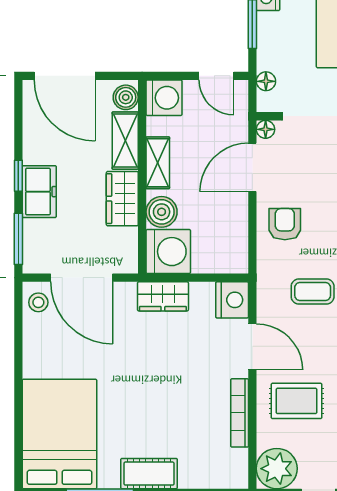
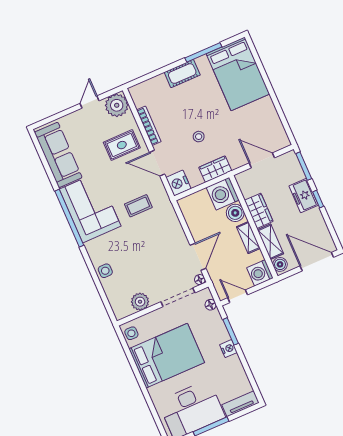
armchair: (285, 224) -> (168, 235), removed
door: (82, 278) -> (262, 160), width x0.73
stool: (38, 302) -> (199, 137), moved

